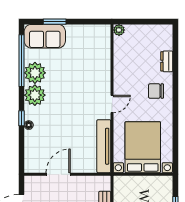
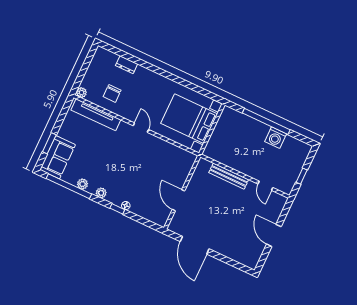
plant: (35, 73) -> (82, 184), width x0.53, depth x0.53
chair: (156, 91) -> (112, 93), moved
plant: (35, 95) -> (101, 193), width x0.53, depth x0.53
tv unit: (104, 146) -> (96, 115), moved

